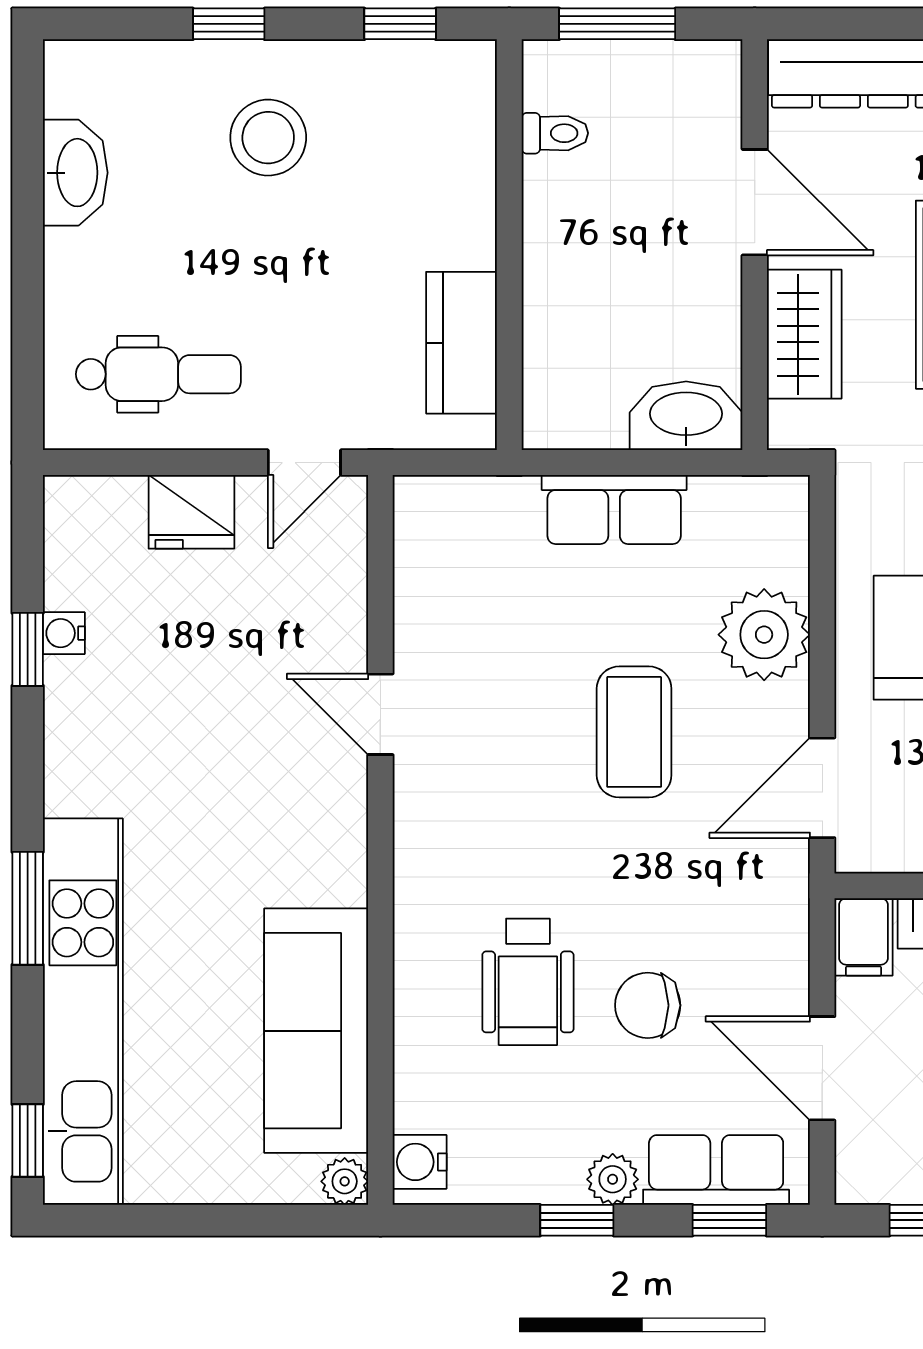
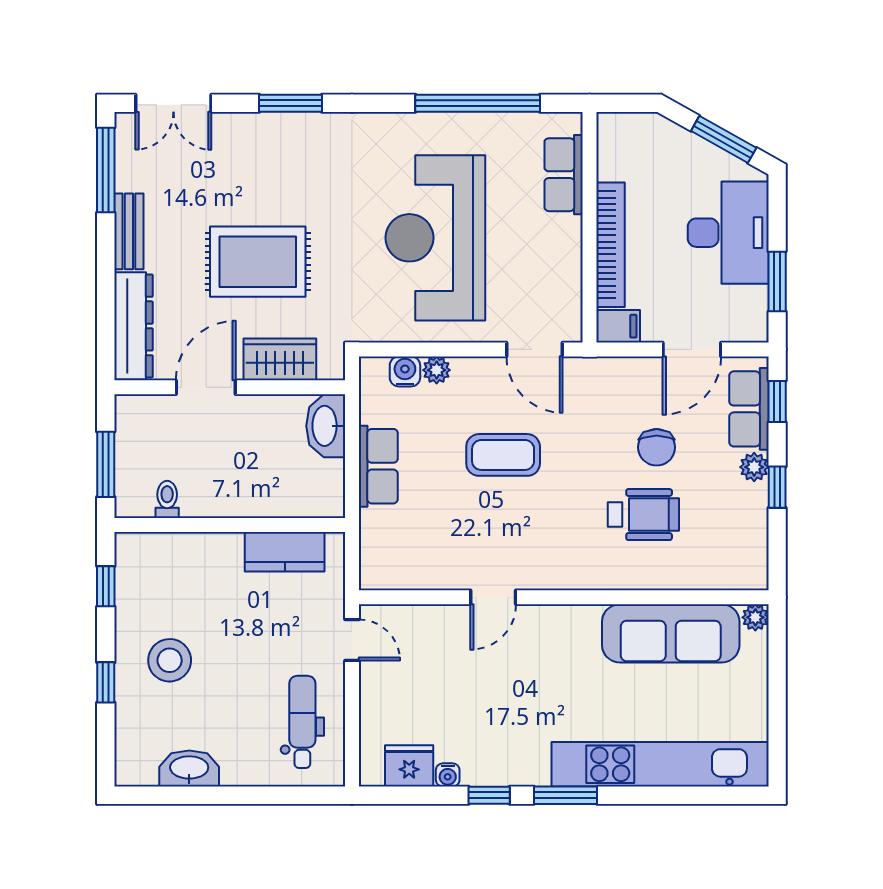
fridge: (191, 512) -> (409, 766), moved, turned -90
plant: (764, 635) -> (437, 370), width x0.53, depth x0.53
window: (28, 649) -> (489, 795), moved
window: (28, 908) -> (565, 795), moved
window: (28, 1141) -> (732, 795), removed
water cooler: (420, 1162) -> (405, 371), moved, turned 180

